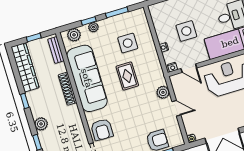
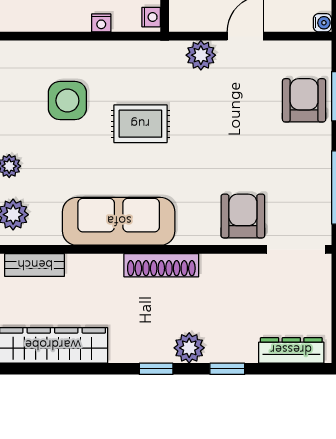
sofa: (87, 78) -> (119, 221), width x0.74, depth x0.79
shoe rack: (68, 89) -> (161, 265), moved
window: (25, 101) -> (156, 369), moved
armchair: (102, 130) -> (243, 216), turned -91

